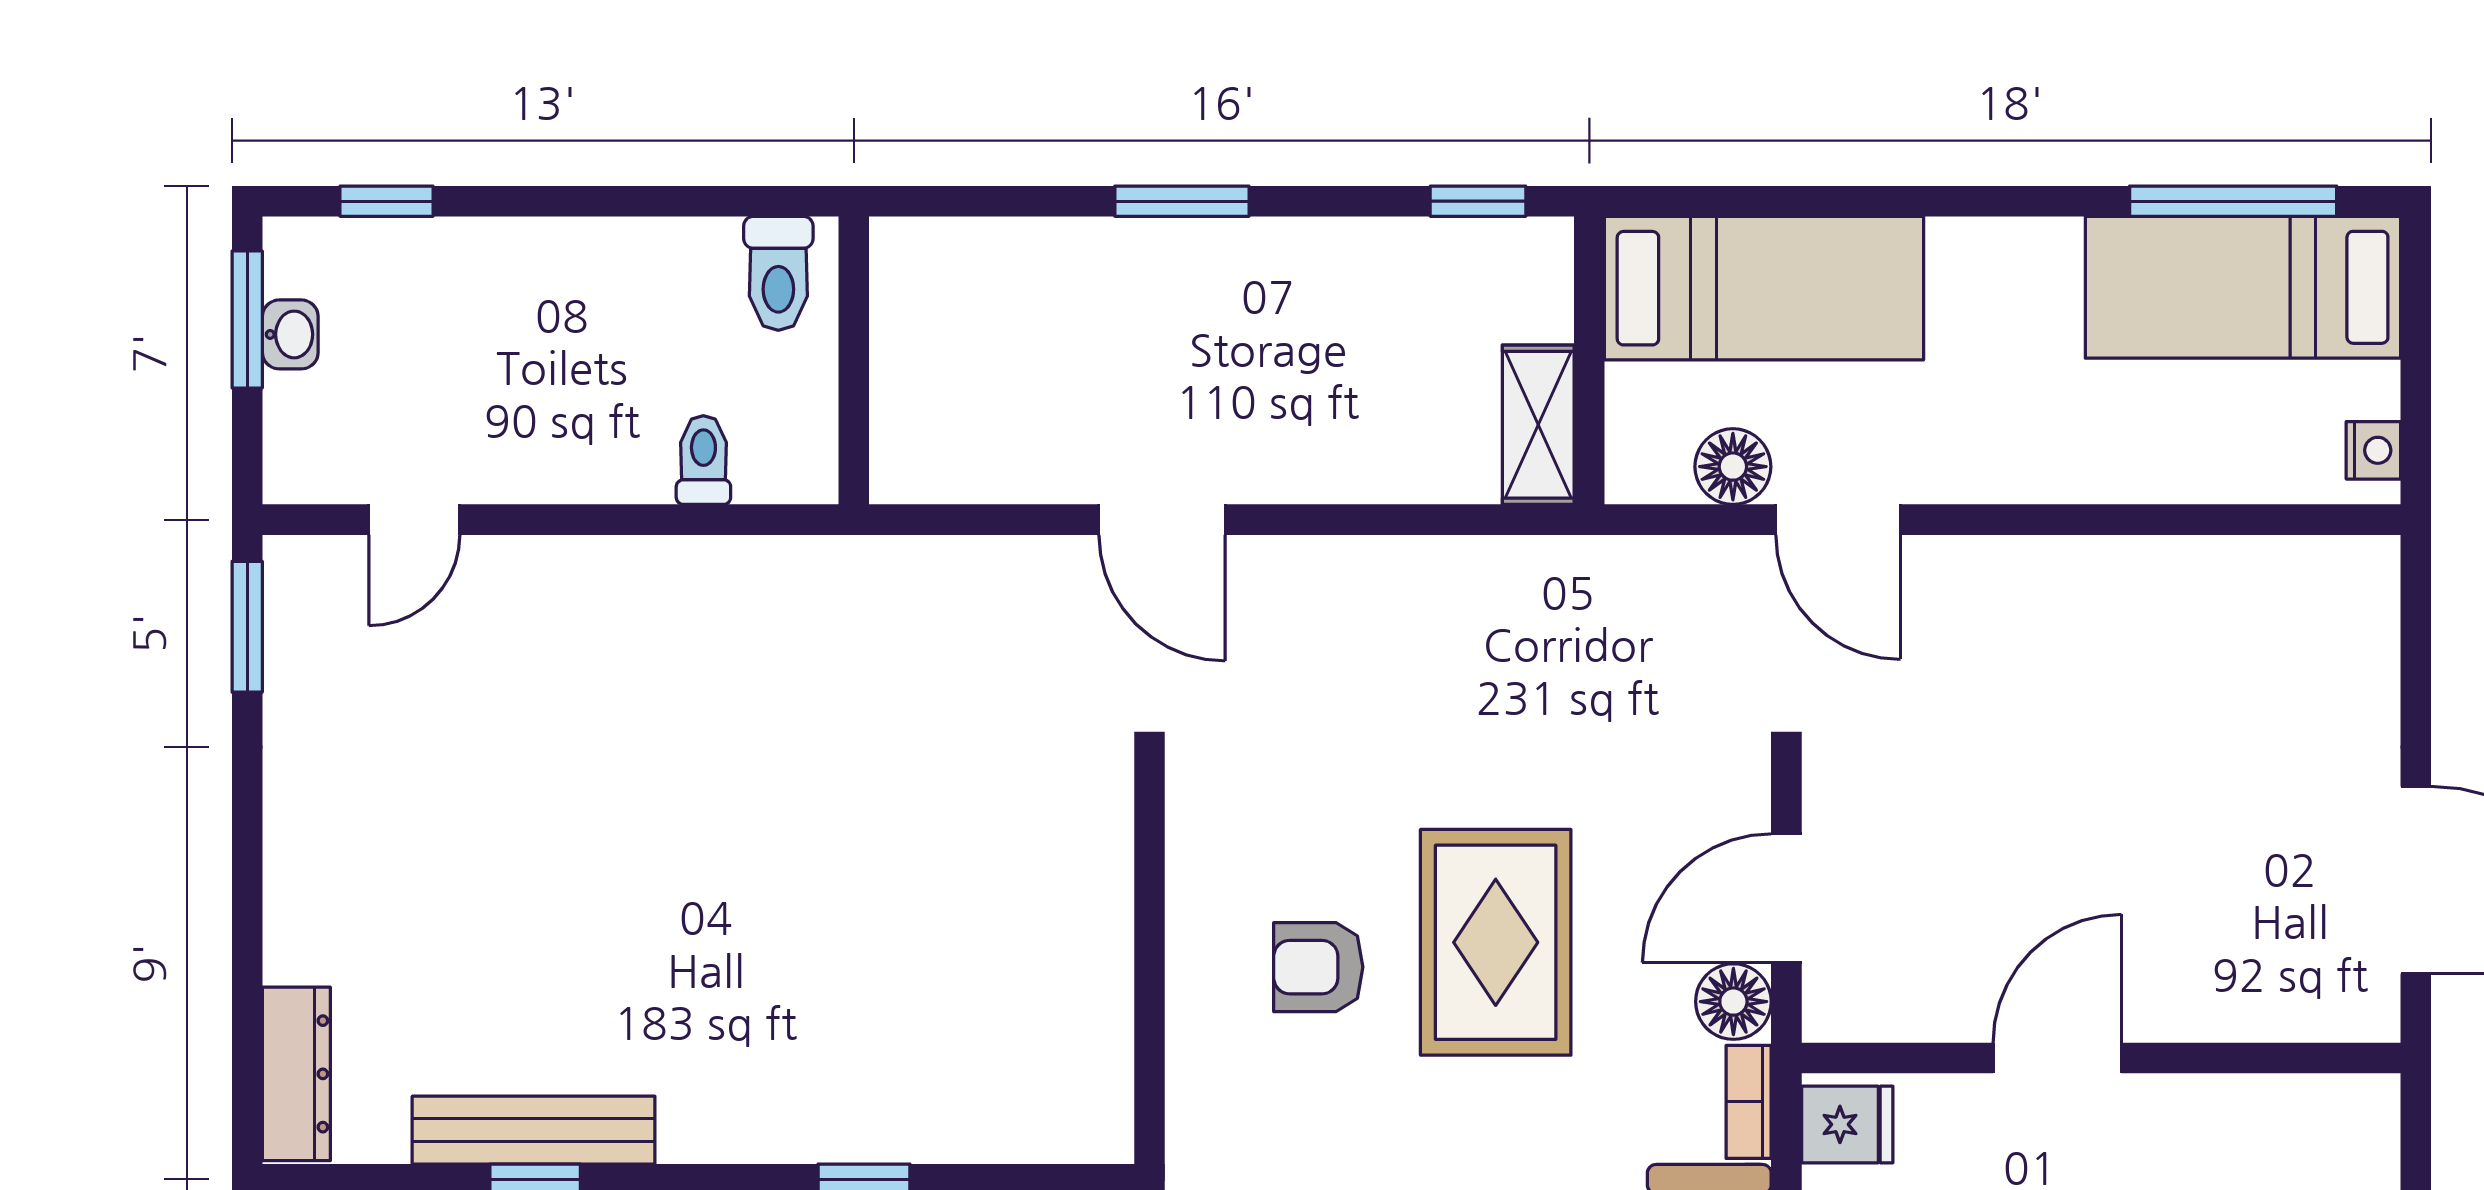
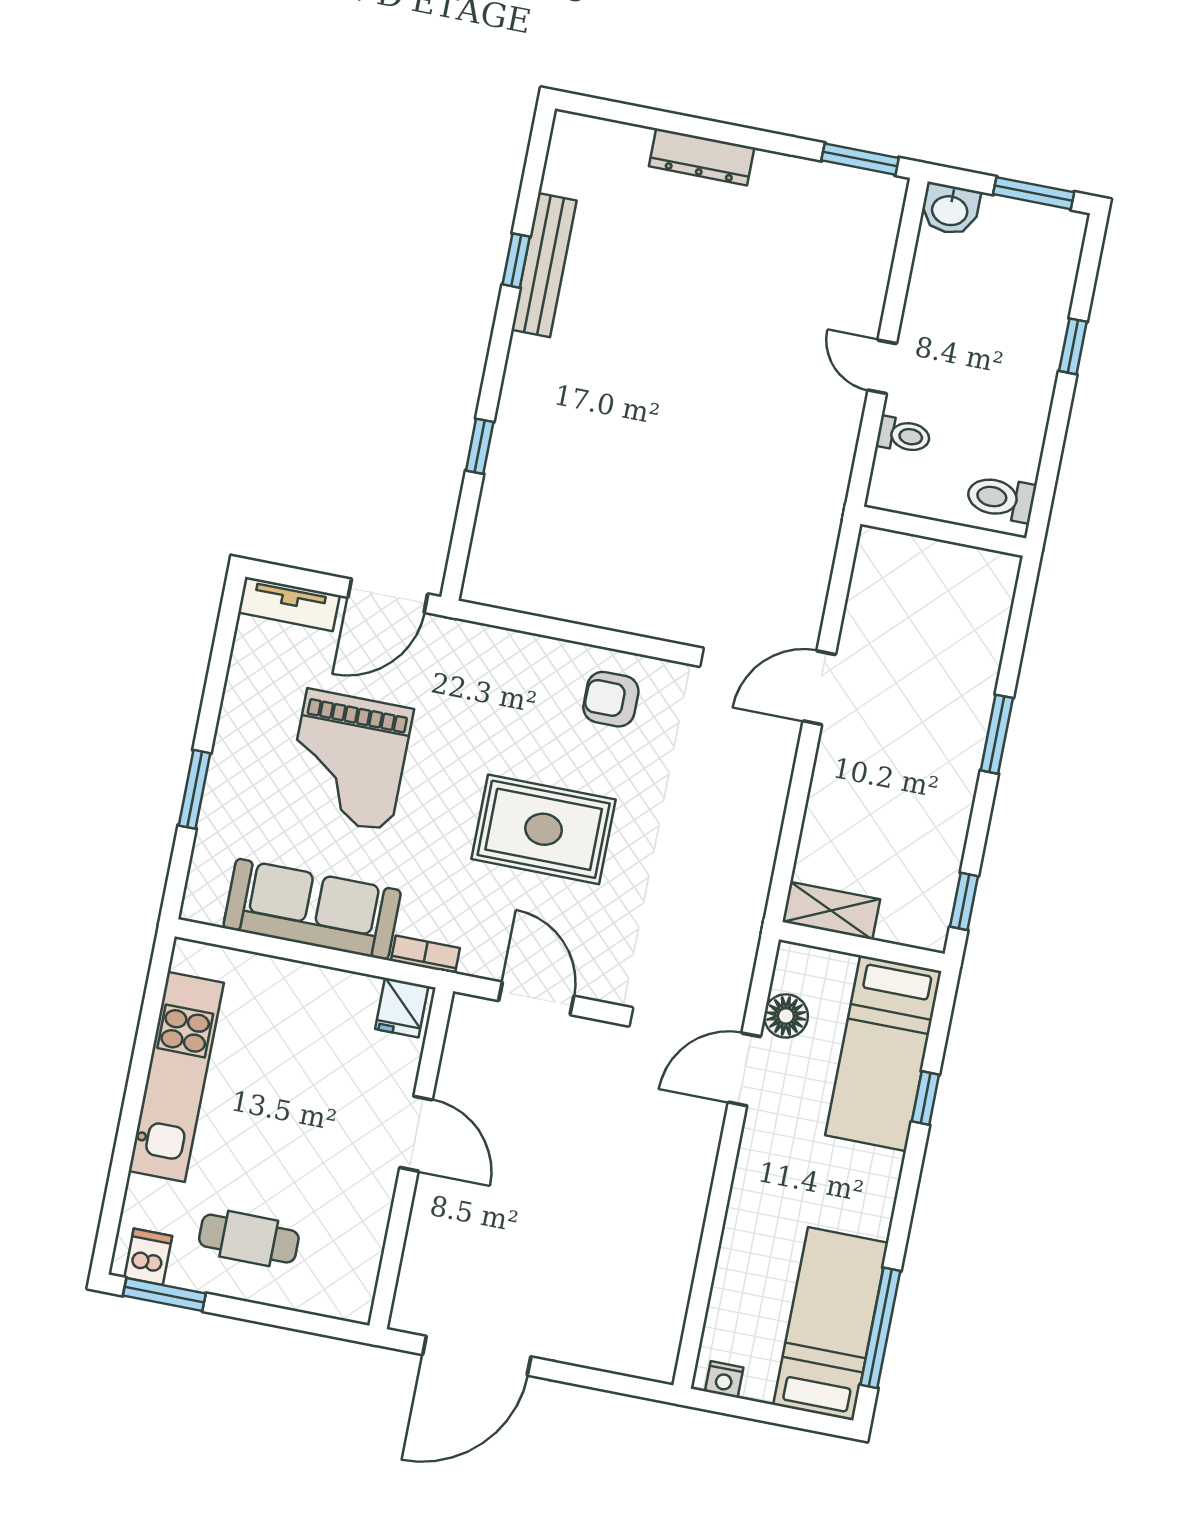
window: (386, 201) -> (1073, 346), moved
window: (1826, 201) -> (925, 1098), added
washbasin: (290, 334) -> (950, 209), moved, width x1.38, depth x1.45
door: (414, 520) -> (882, 367), moved
armchair: (1318, 967) -> (611, 699), moved, turned -90
floor lamp: (1733, 1002) -> (484, 957), removed
dresser: (296, 1074) -> (702, 157), moved

